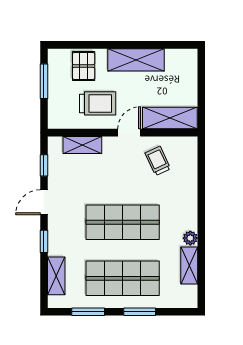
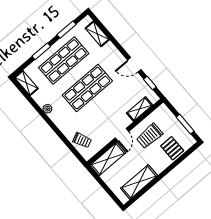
shelving: (136, 60) -> (139, 182), moved
trolley: (158, 161) -> (82, 140), moved
door: (44, 202) -> (134, 65), swing flipped
window: (44, 241) -> (118, 46), removed
shelving: (189, 266) -> (26, 83), moved

